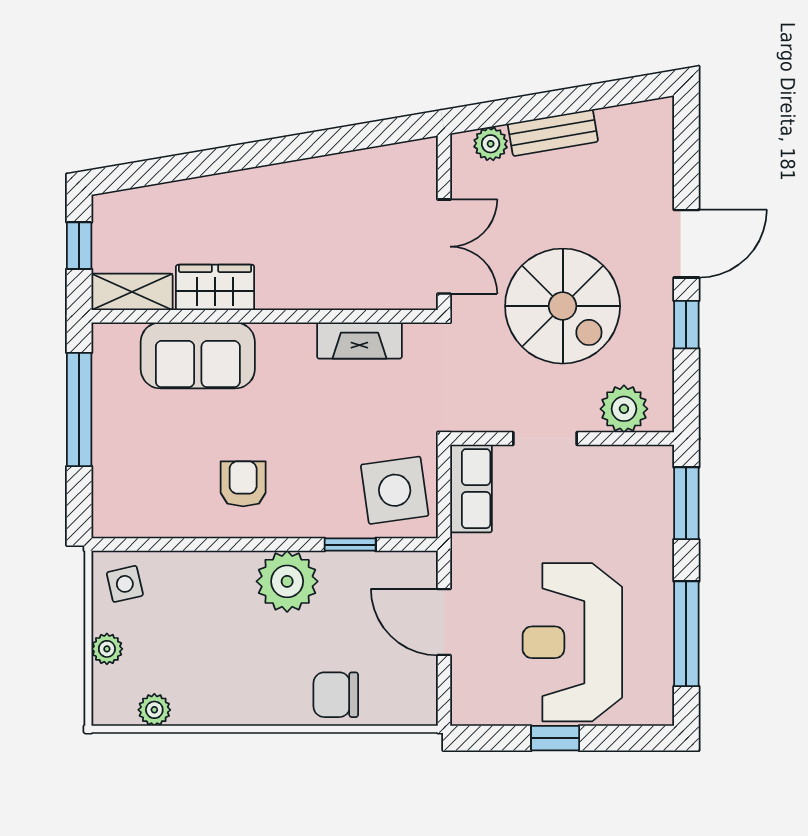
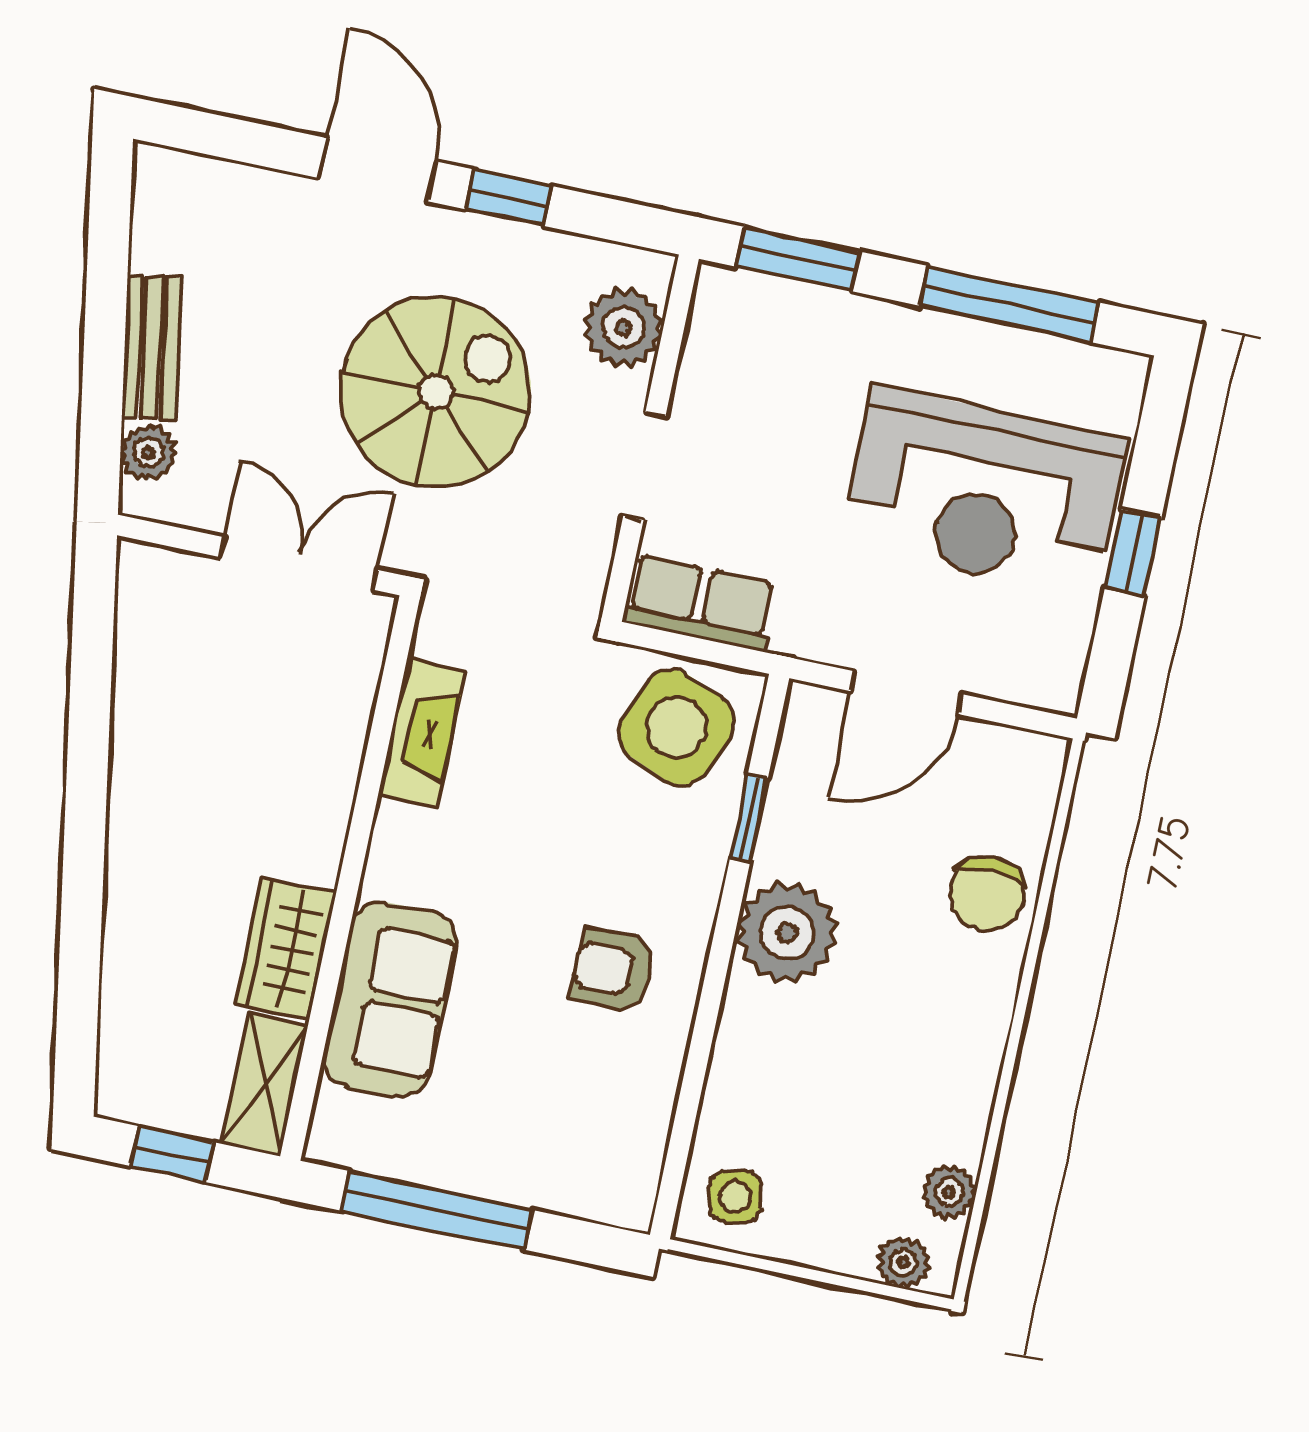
side table: (395, 490) -> (676, 727), turned 30
plant: (107, 649) -> (903, 1262), moved

